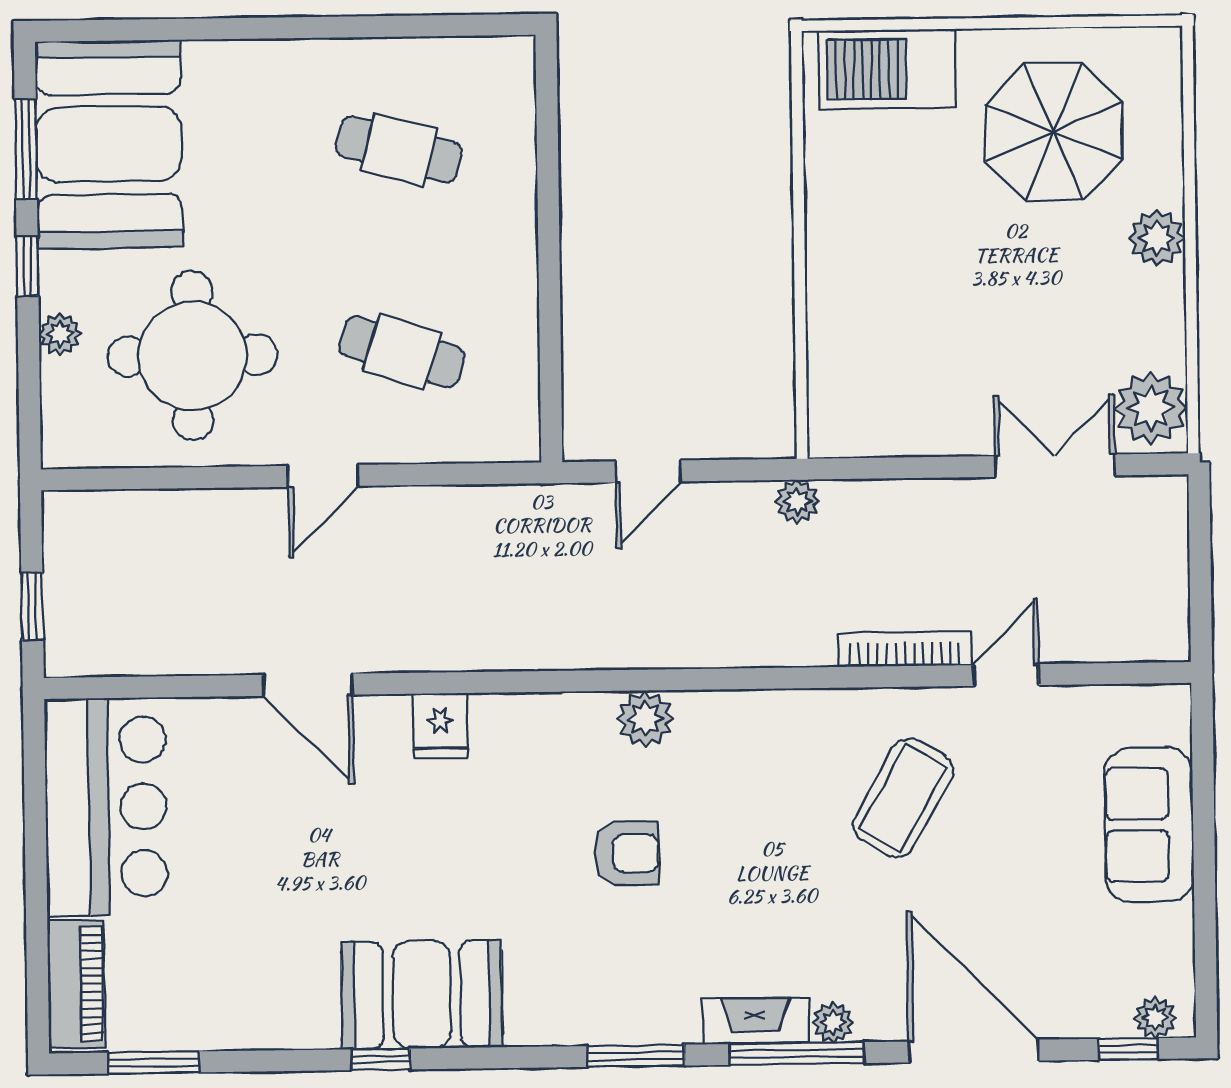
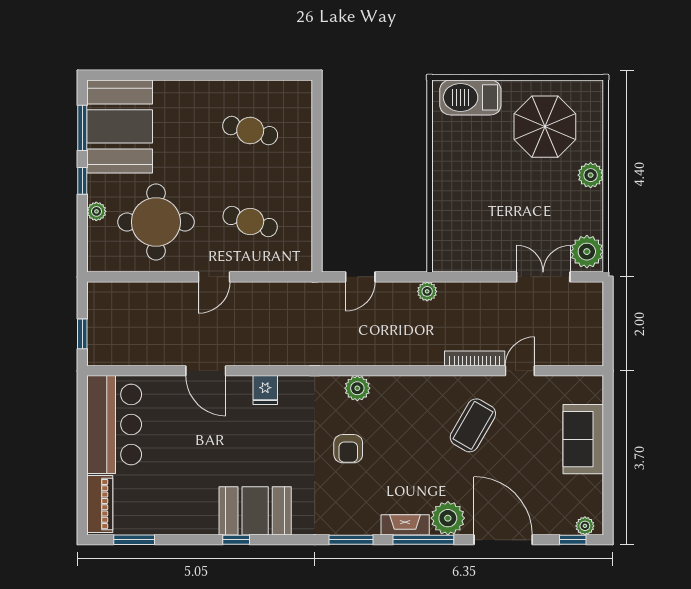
armchair: (627, 853) -> (348, 449), turned 90
plant: (833, 1023) -> (448, 518), width x1.88, depth x1.88

